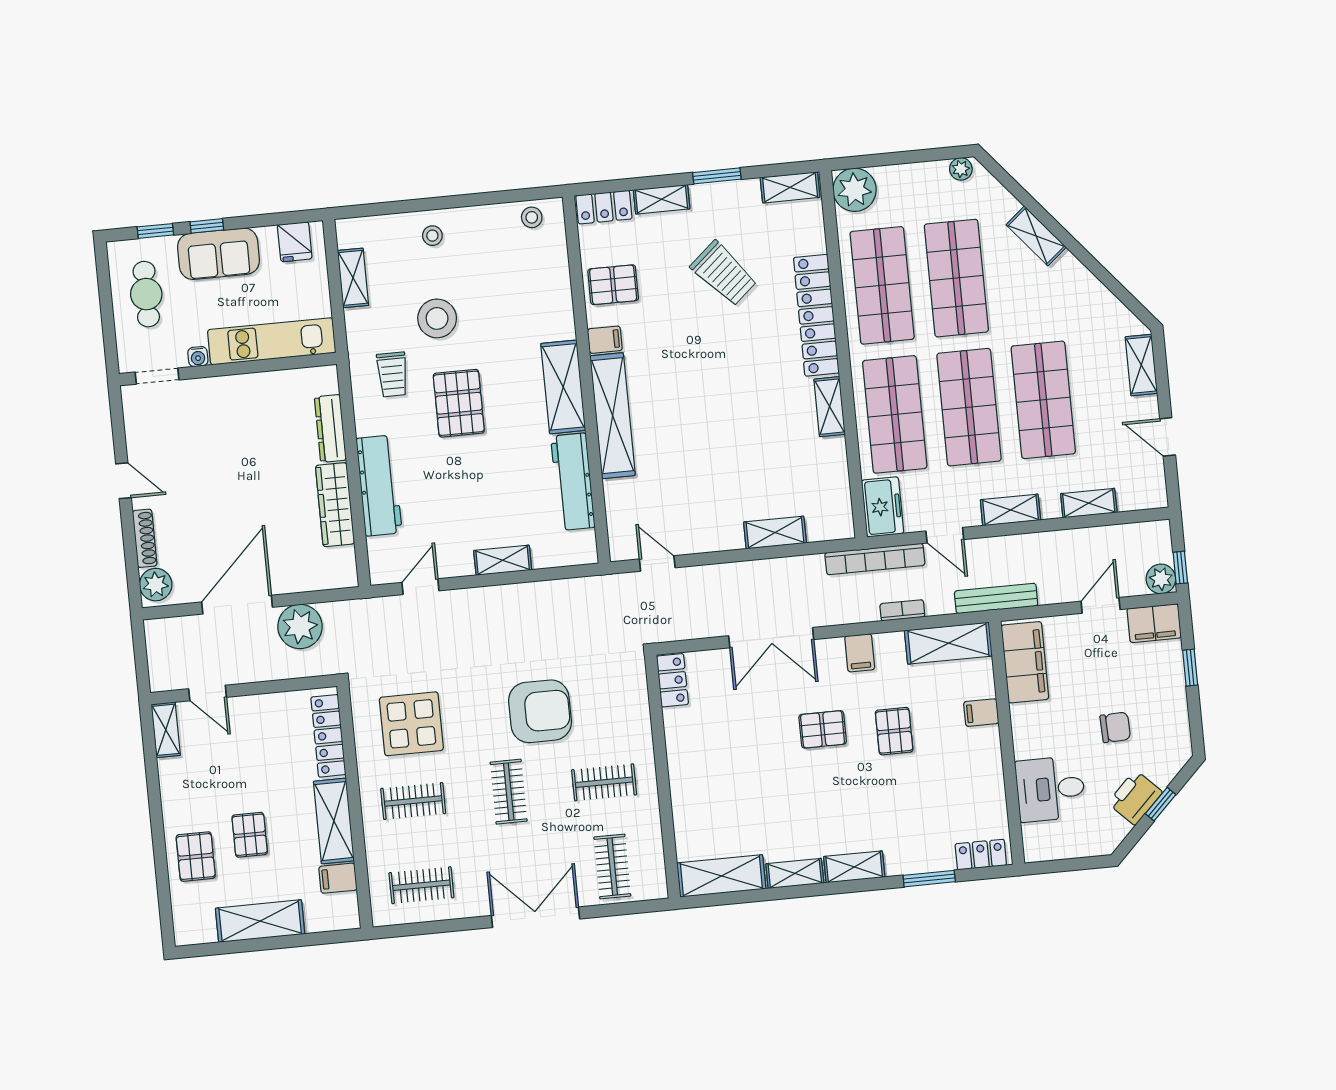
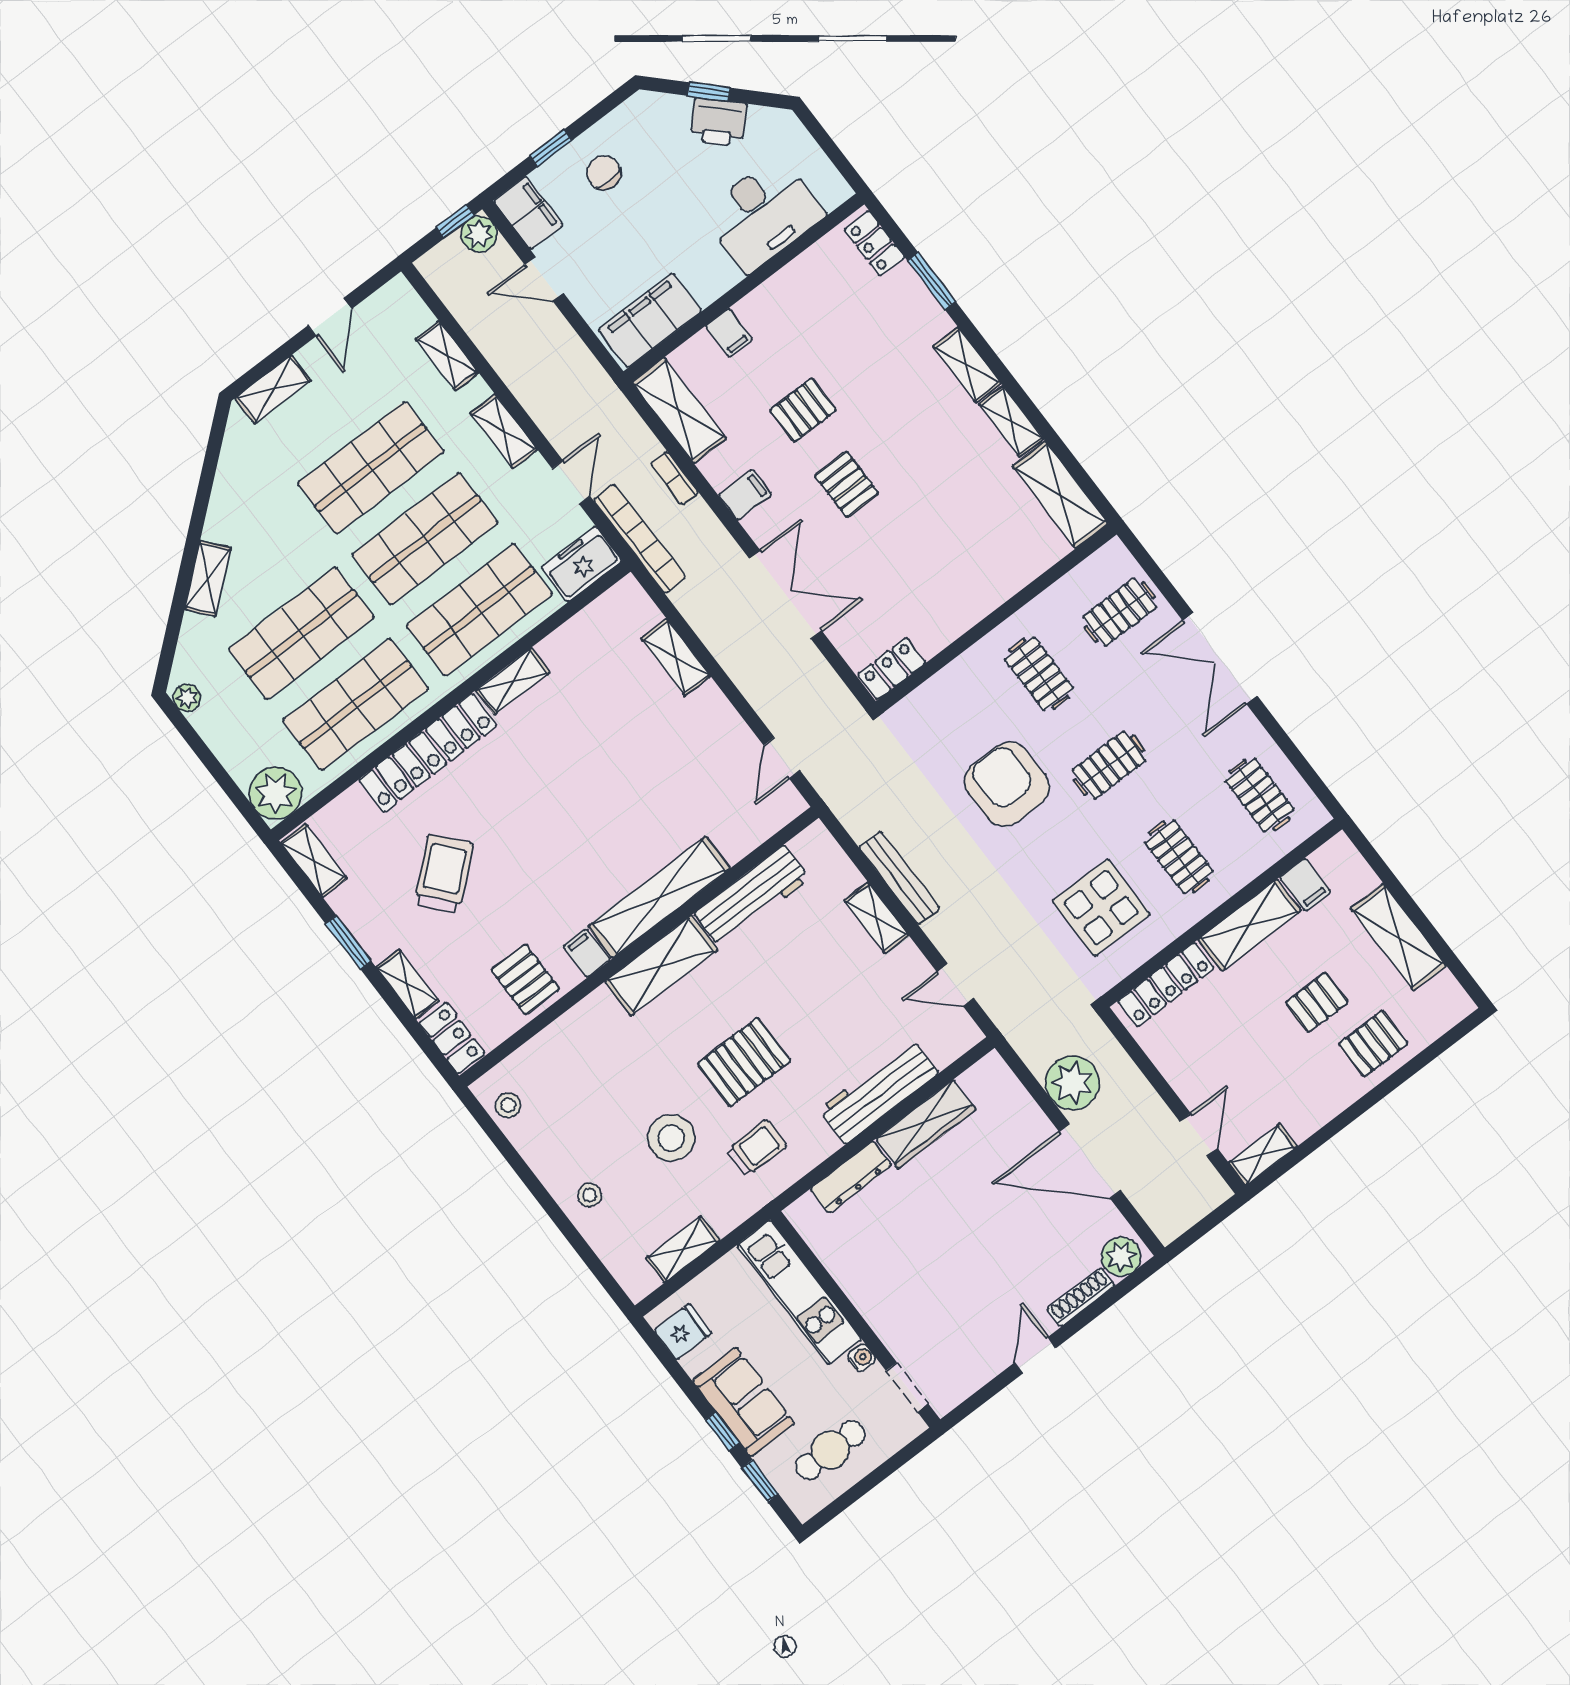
bench: (996, 598) -> (899, 878), moved
chair: (1115, 727) -> (604, 173), moved
desk: (1050, 789) -> (763, 214), width x1.37

